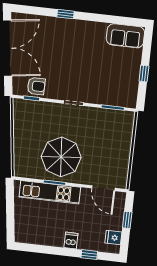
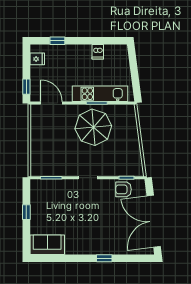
window: (127, 220) -> (26, 87), moved
dishwasher: (71, 241) -> (98, 52), moved

